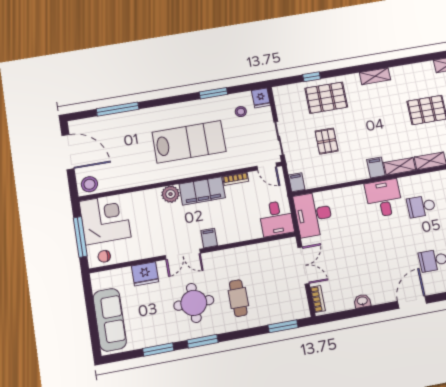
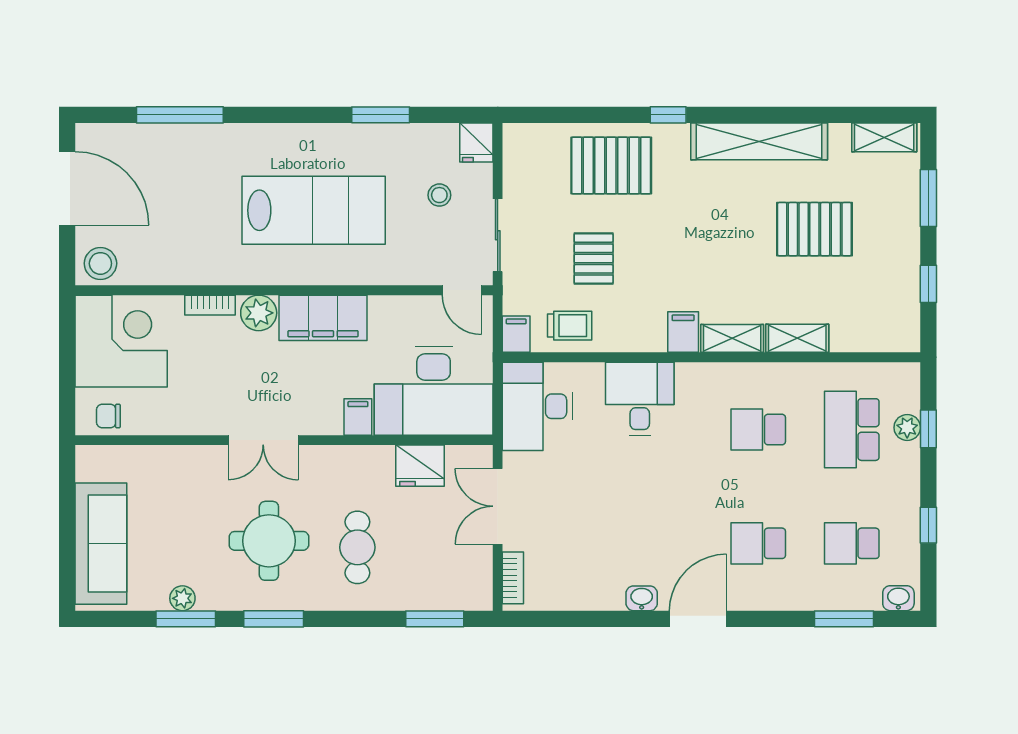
shelving: (375, 76) -> (759, 141), width x2.20, depth x1.33
window: (312, 77) -> (668, 115), moved
stool: (241, 112) -> (439, 195), moved
trolley: (321, 174) -> (570, 326), added
bookcase: (236, 179) -> (210, 305), moved
desk: (384, 198) -> (640, 399), moved
desk: (276, 218) -> (434, 391), width x1.87, depth x1.30
window: (80, 237) -> (67, 368), removed
filing cabinet: (209, 238) -> (358, 417), moved
double door: (303, 265) -> (498, 506), swing flipped
fridge: (145, 274) -> (420, 466), moved
washbasin: (362, 301) -> (642, 598), moved
plant: (155, 340) -> (182, 598), added

